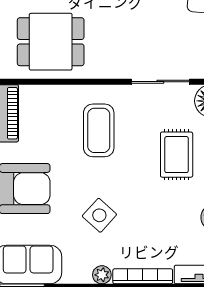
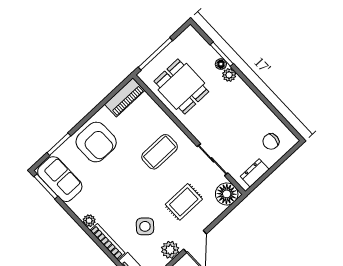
side table: (99, 215) -> (145, 226), moved

